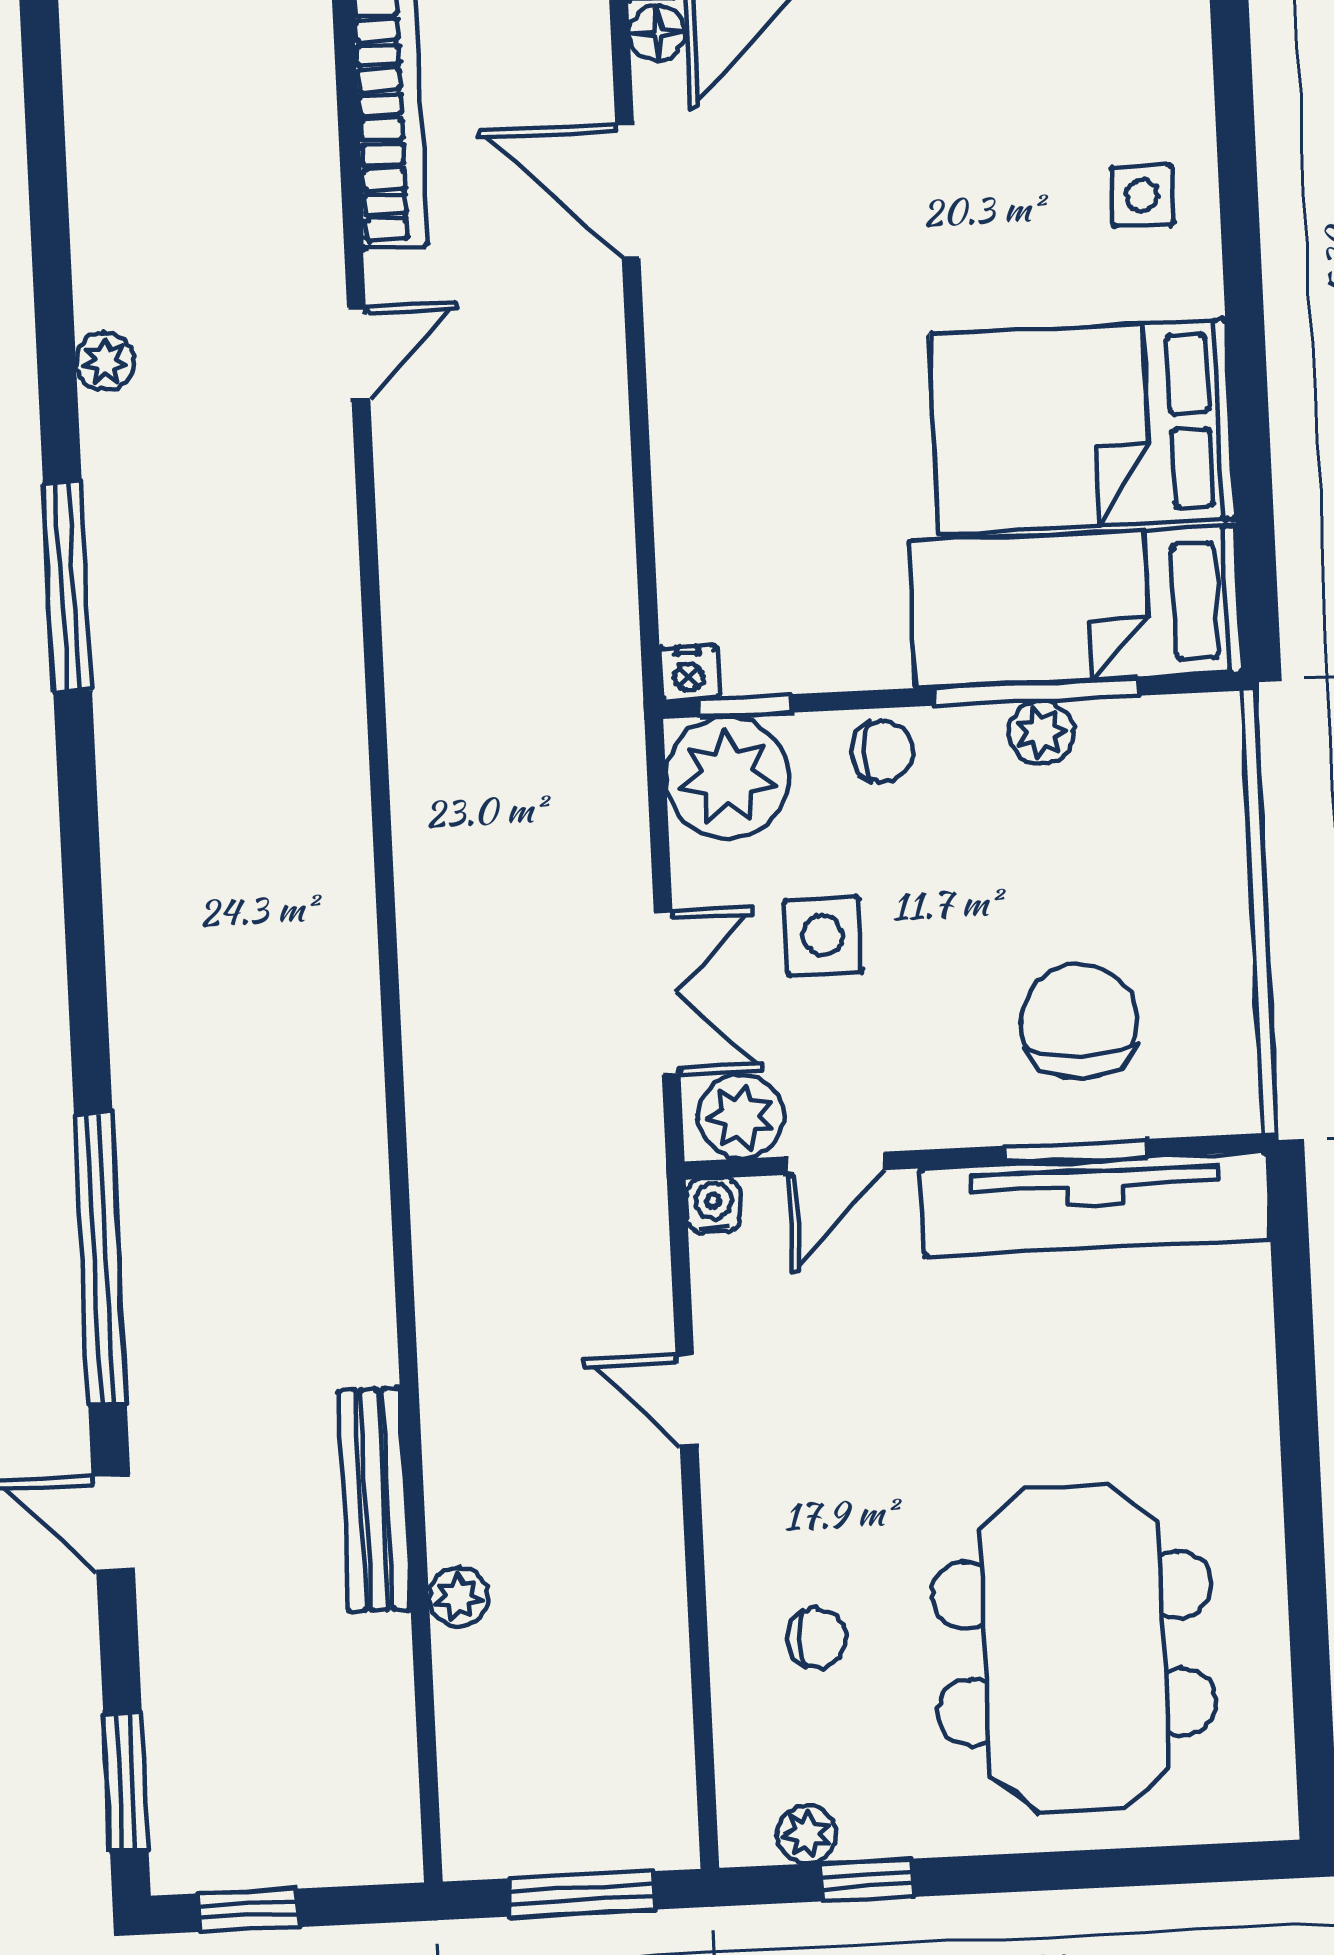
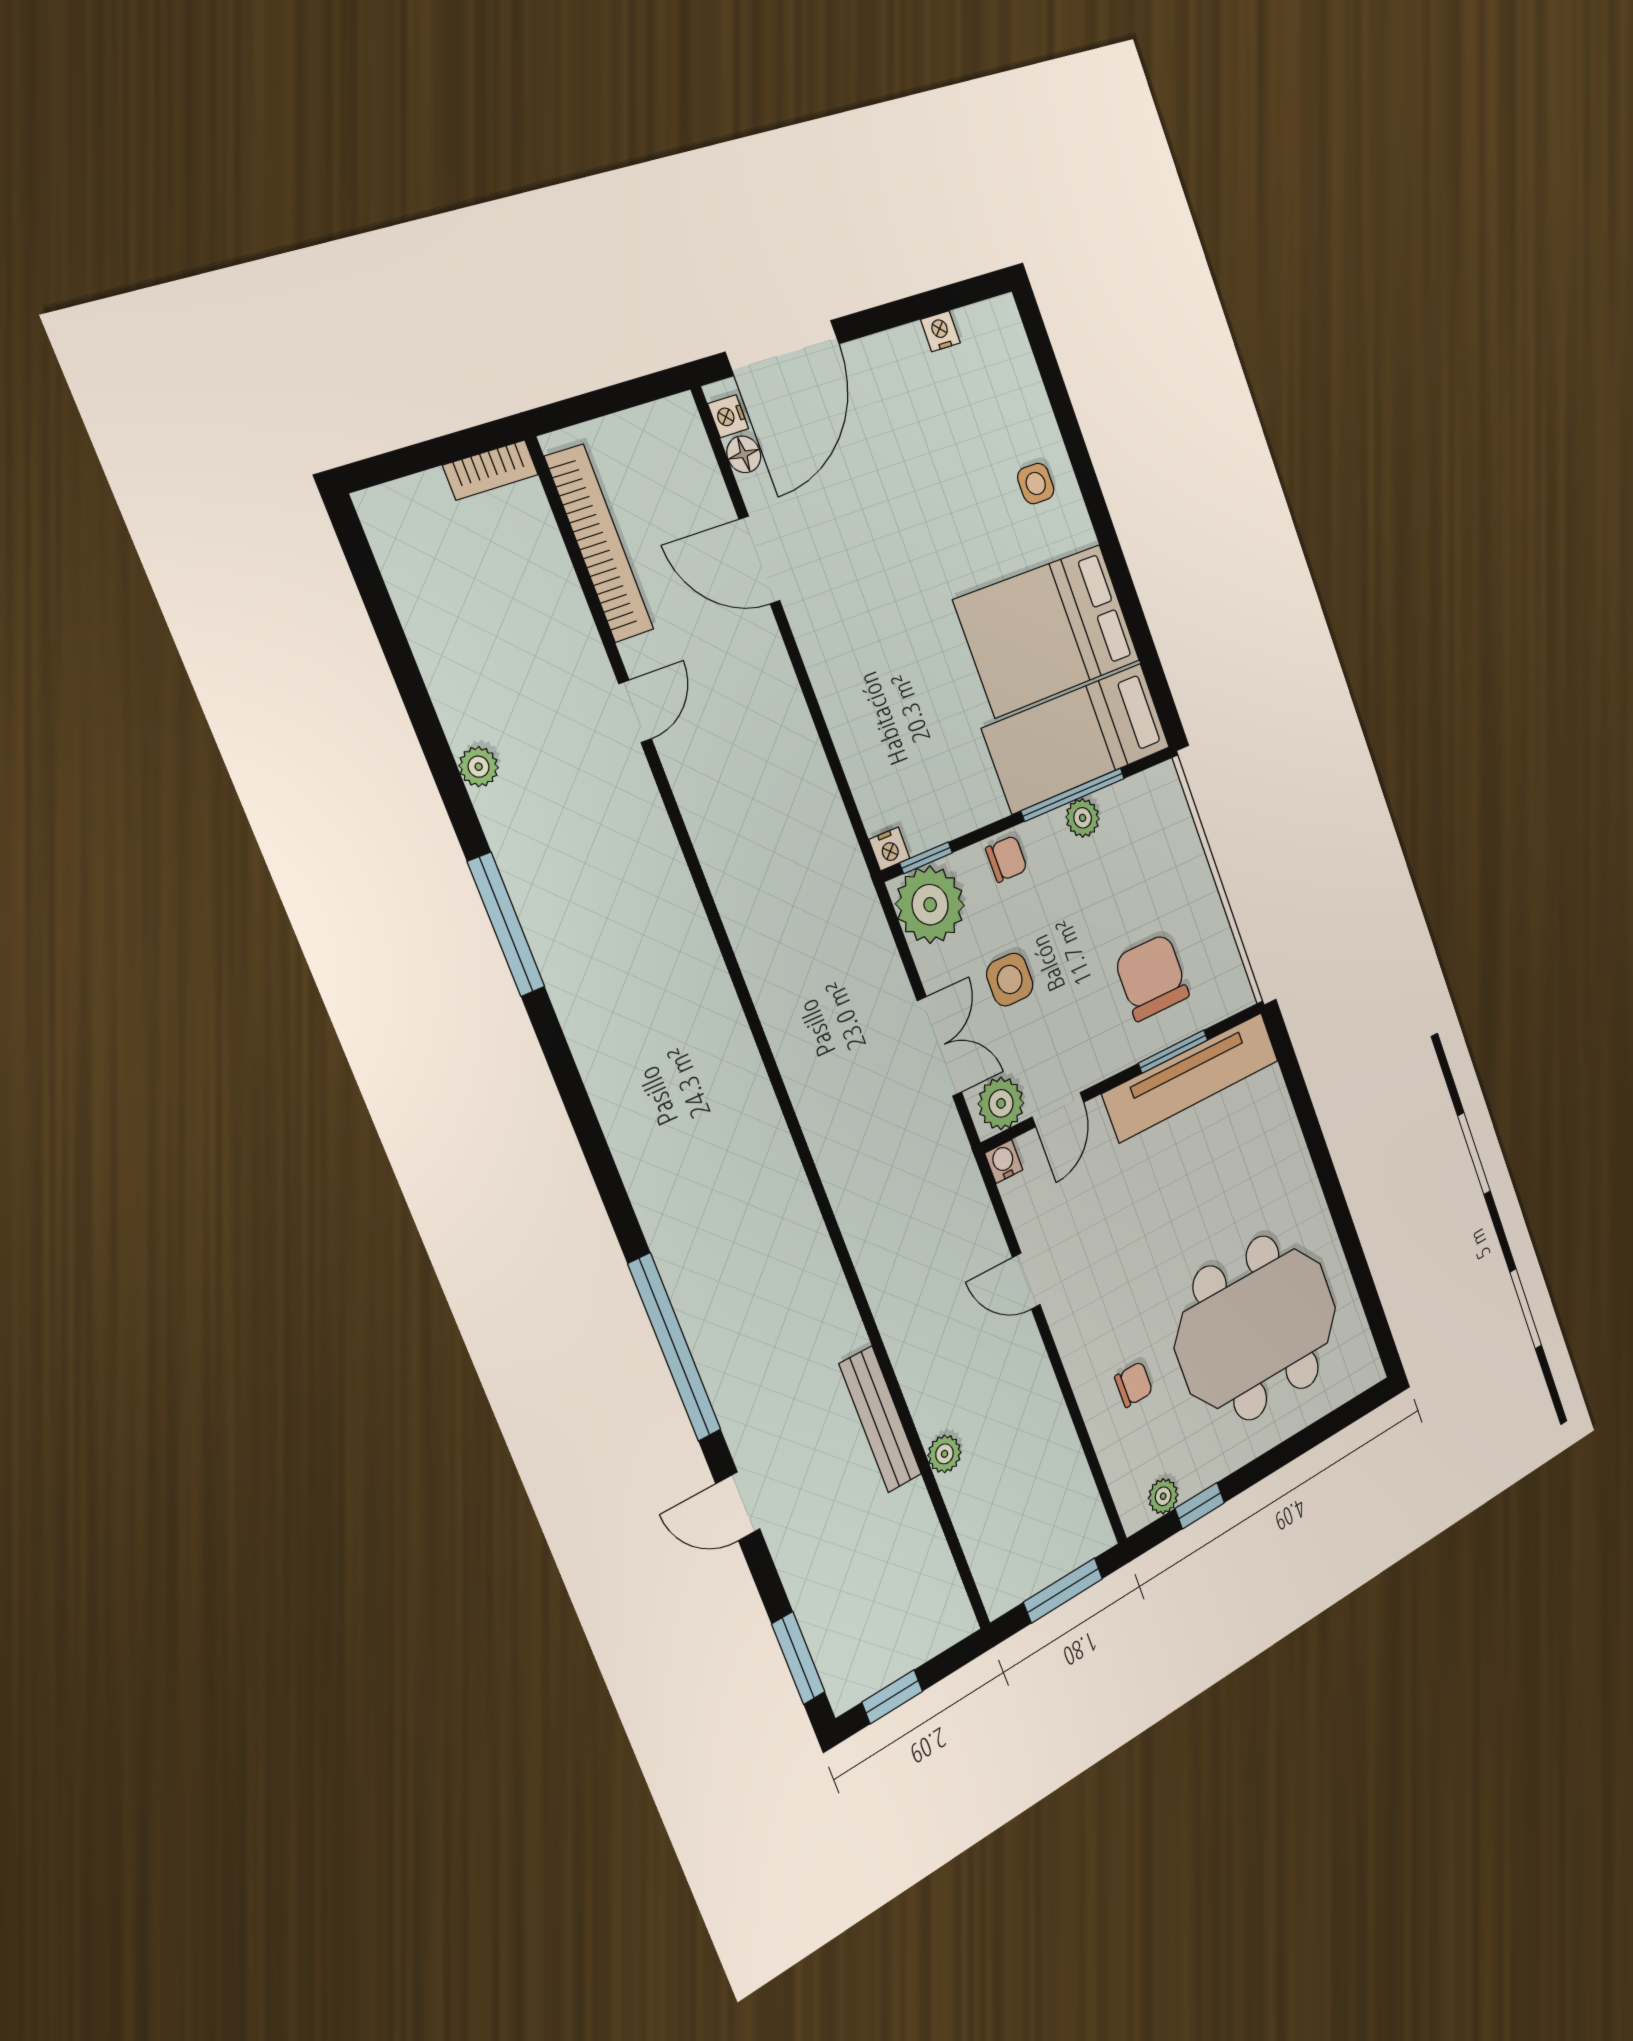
meeting table: (1074, 1648) -> (1256, 1328), turned 90

